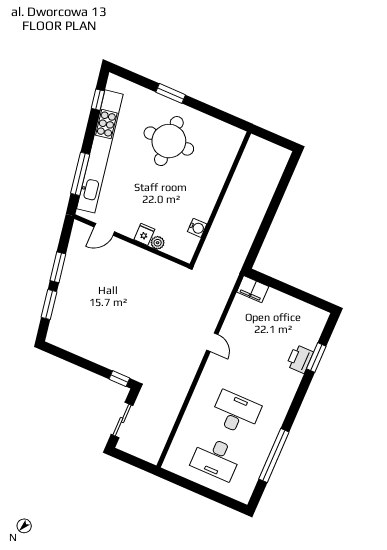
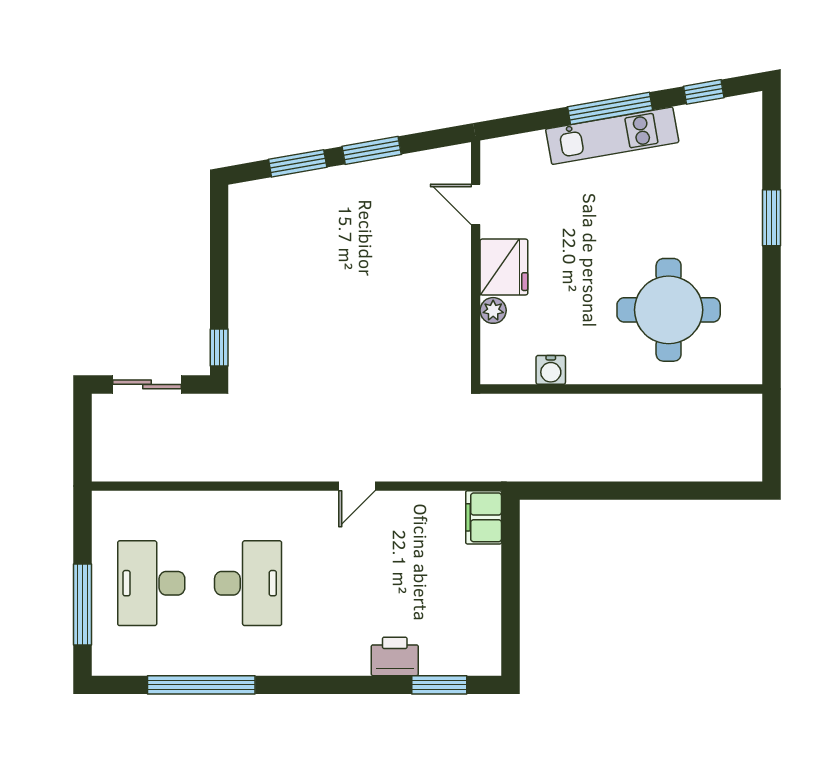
round table: (169, 141) -> (669, 310), moved
kitchen unit: (100, 151) -> (612, 136), width x0.54
window: (80, 174) -> (610, 108), moved
fridge: (144, 234) -> (504, 267), width x1.88, depth x1.34
window: (316, 358) -> (439, 685), moved
window: (212, 495) -> (83, 604), added

